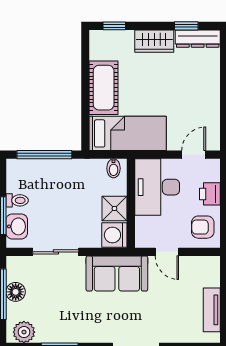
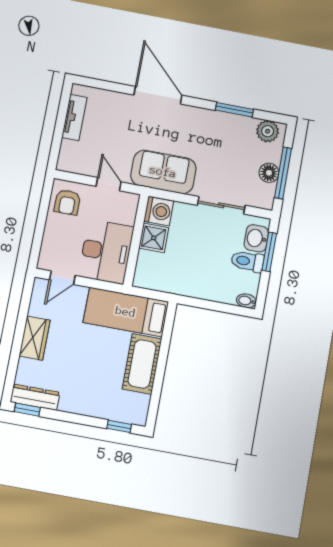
window: (186, 26) -> (27, 410), moved
wardrobe: (154, 41) -> (35, 338), moved, turned 90
window: (44, 155) -> (215, 306), removed
bidet: (114, 168) -> (246, 301), moved, turned -90
printer: (210, 194) -> (54, 235), removed
toilet: (17, 200) -> (247, 261), width x1.37, depth x1.39
armchair: (203, 227) -> (67, 202), turned 90

